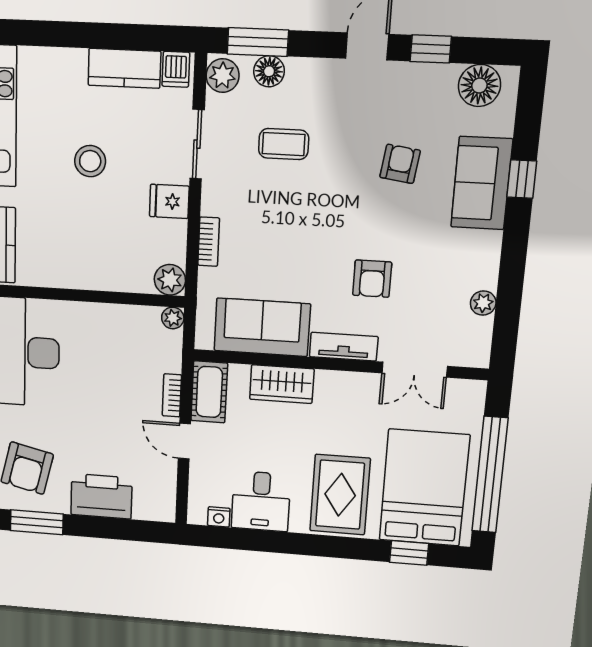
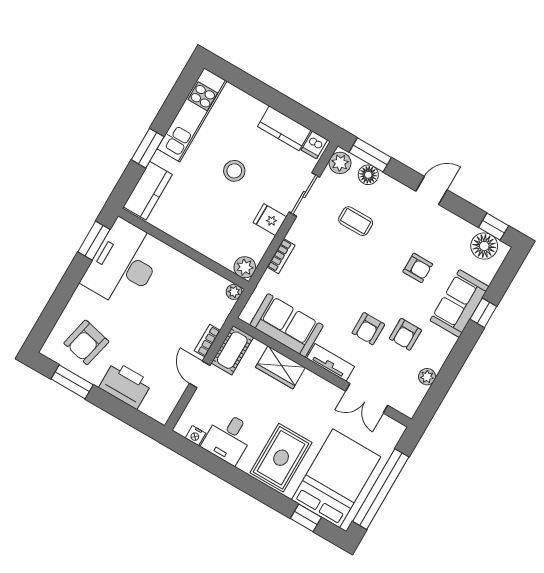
window: (431, 49) -> (494, 227), moved
armchair: (400, 164) -> (418, 268), turned 82
armchair: (426, 262) -> (405, 334), added

